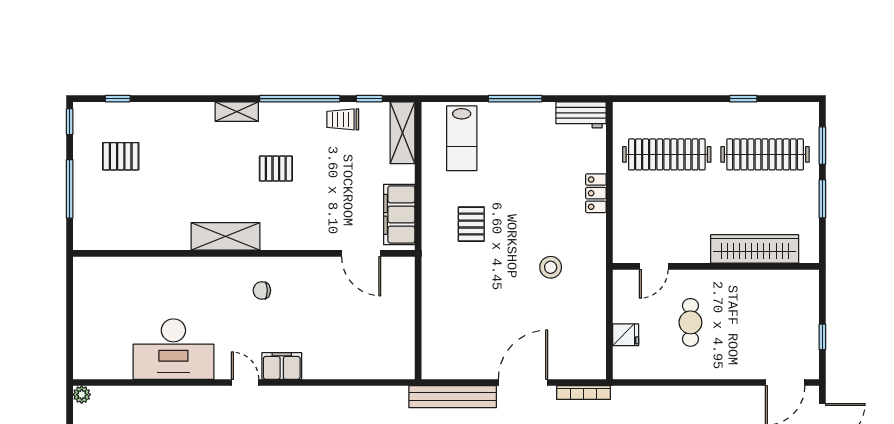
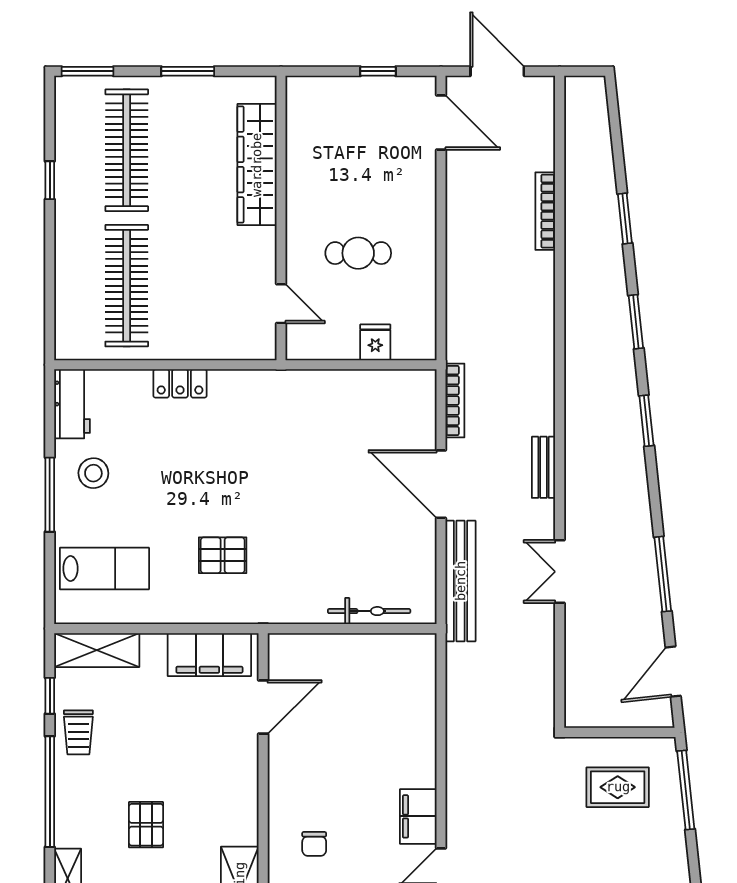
window: (822, 146) -> (87, 71), moved
stool: (551, 267) -> (93, 473), moved
bicycle: (431, 330) -> (369, 611), added

